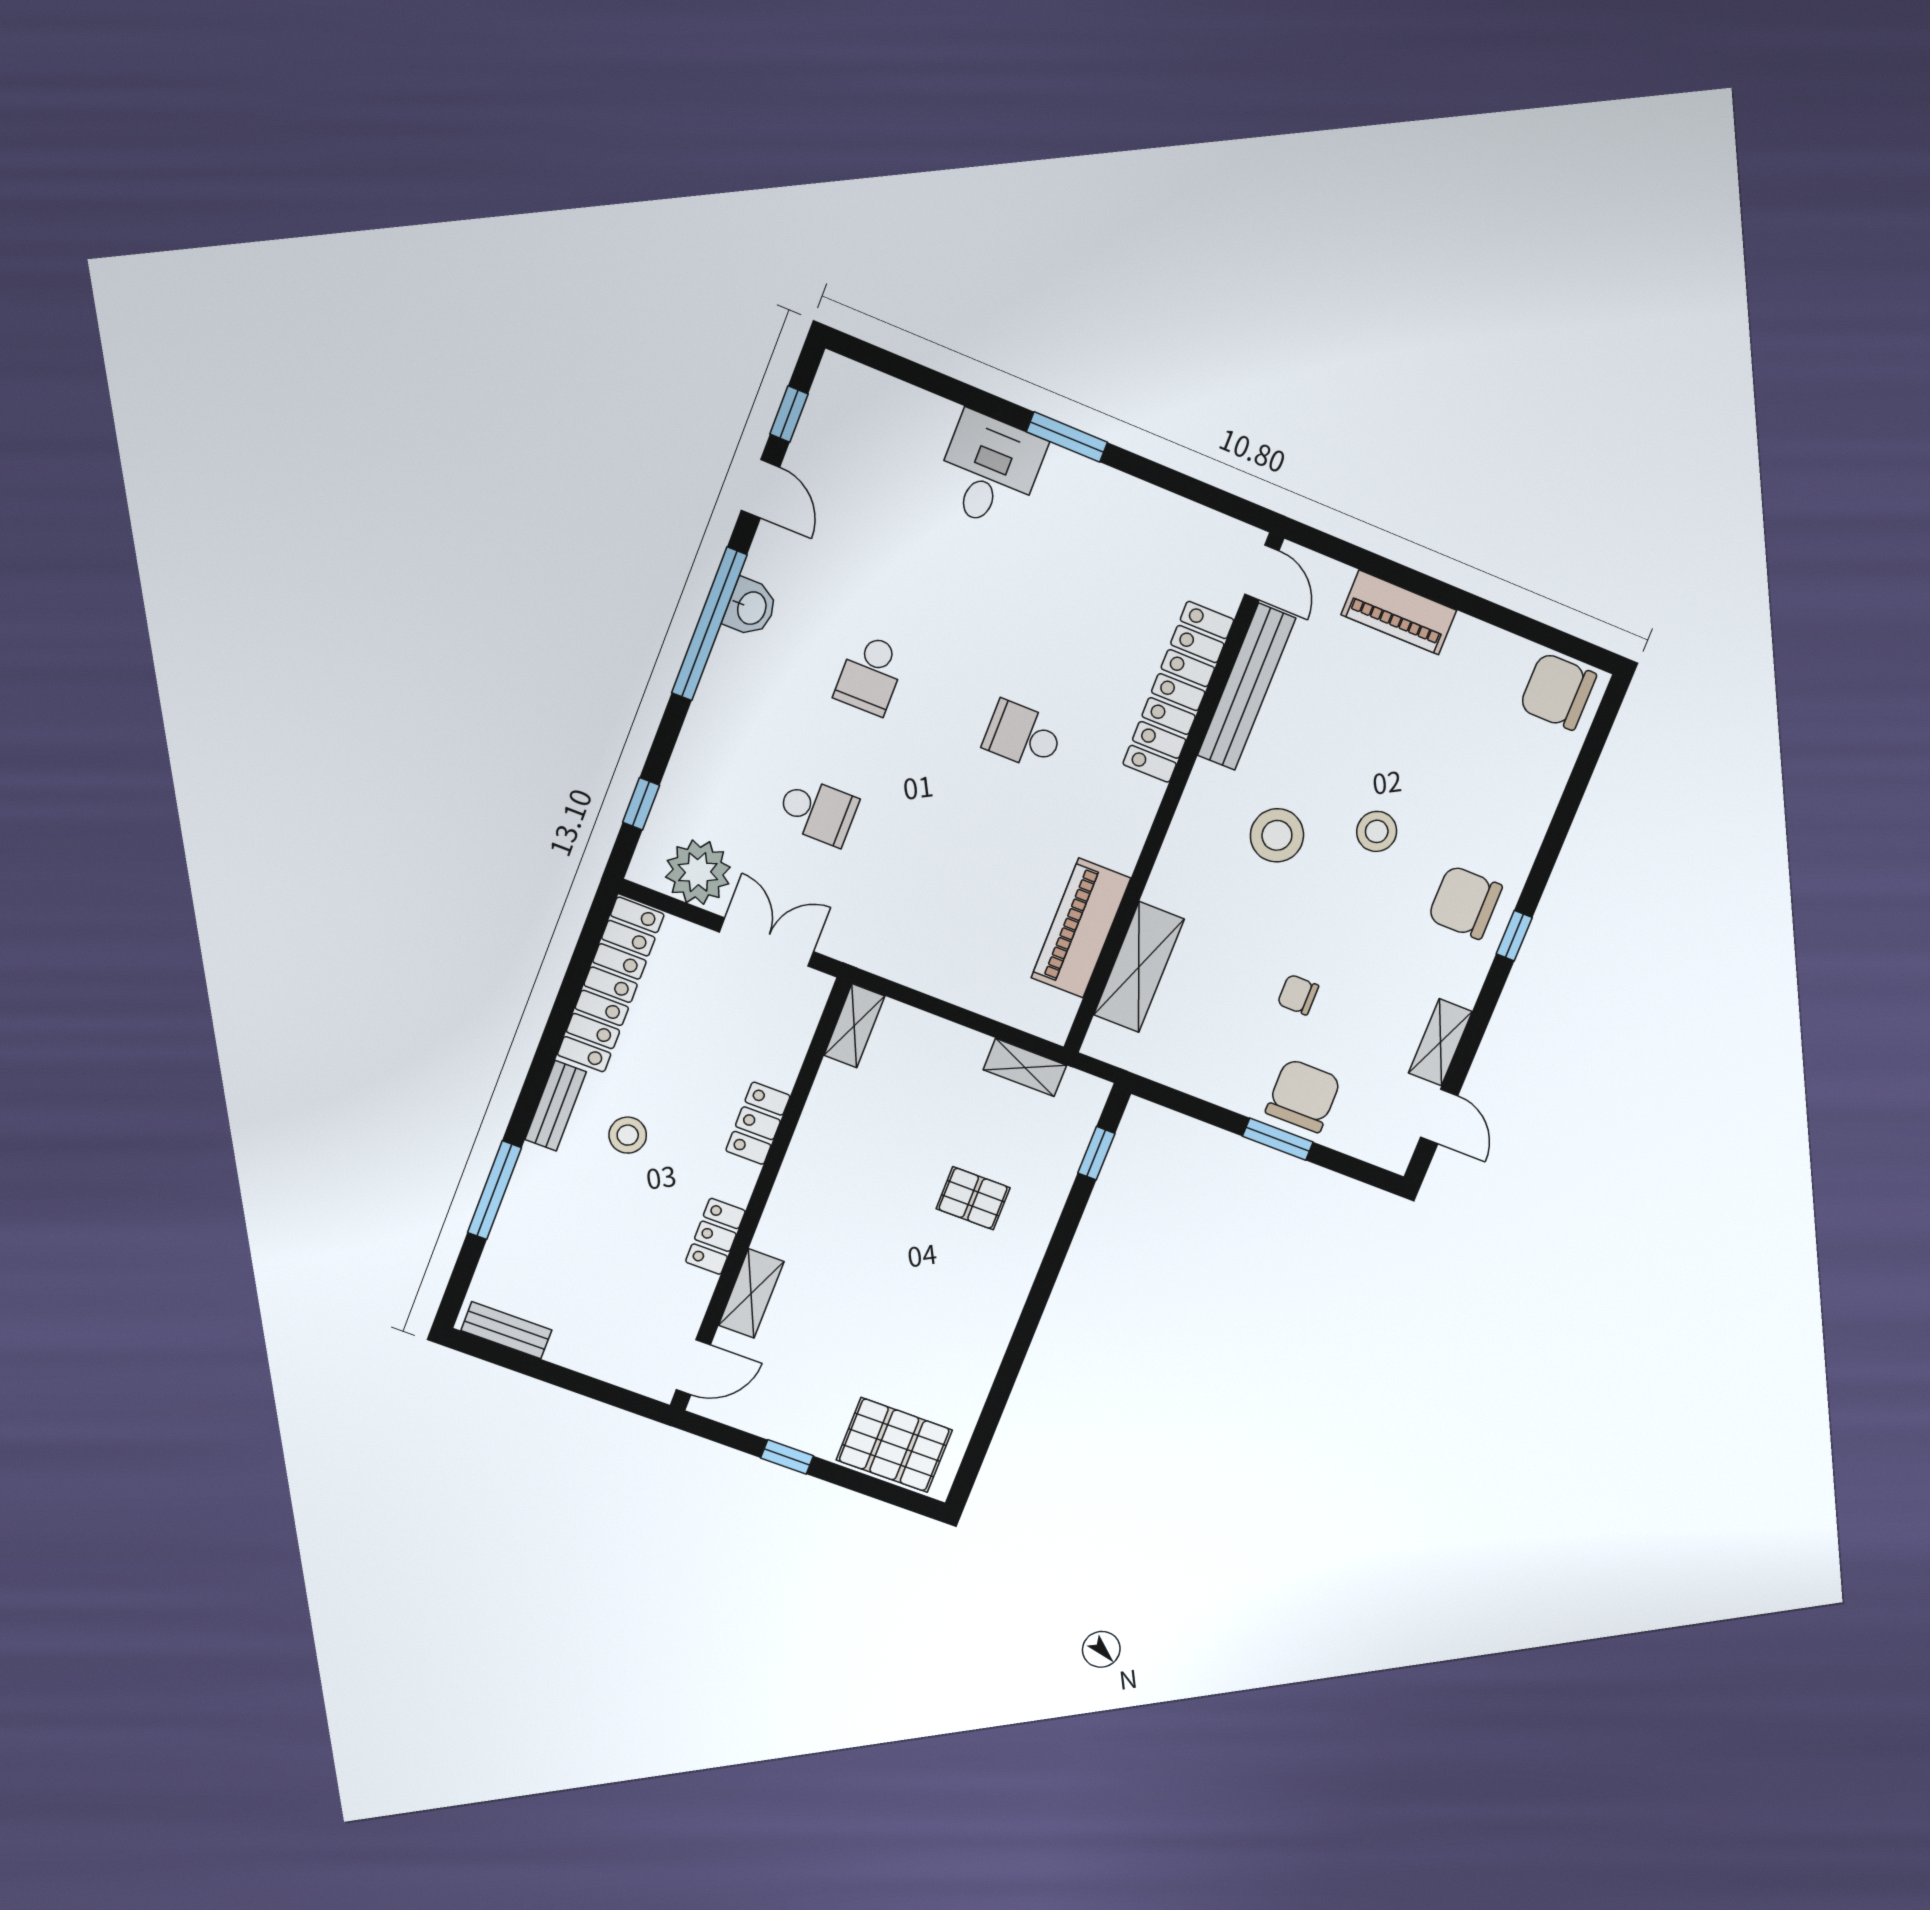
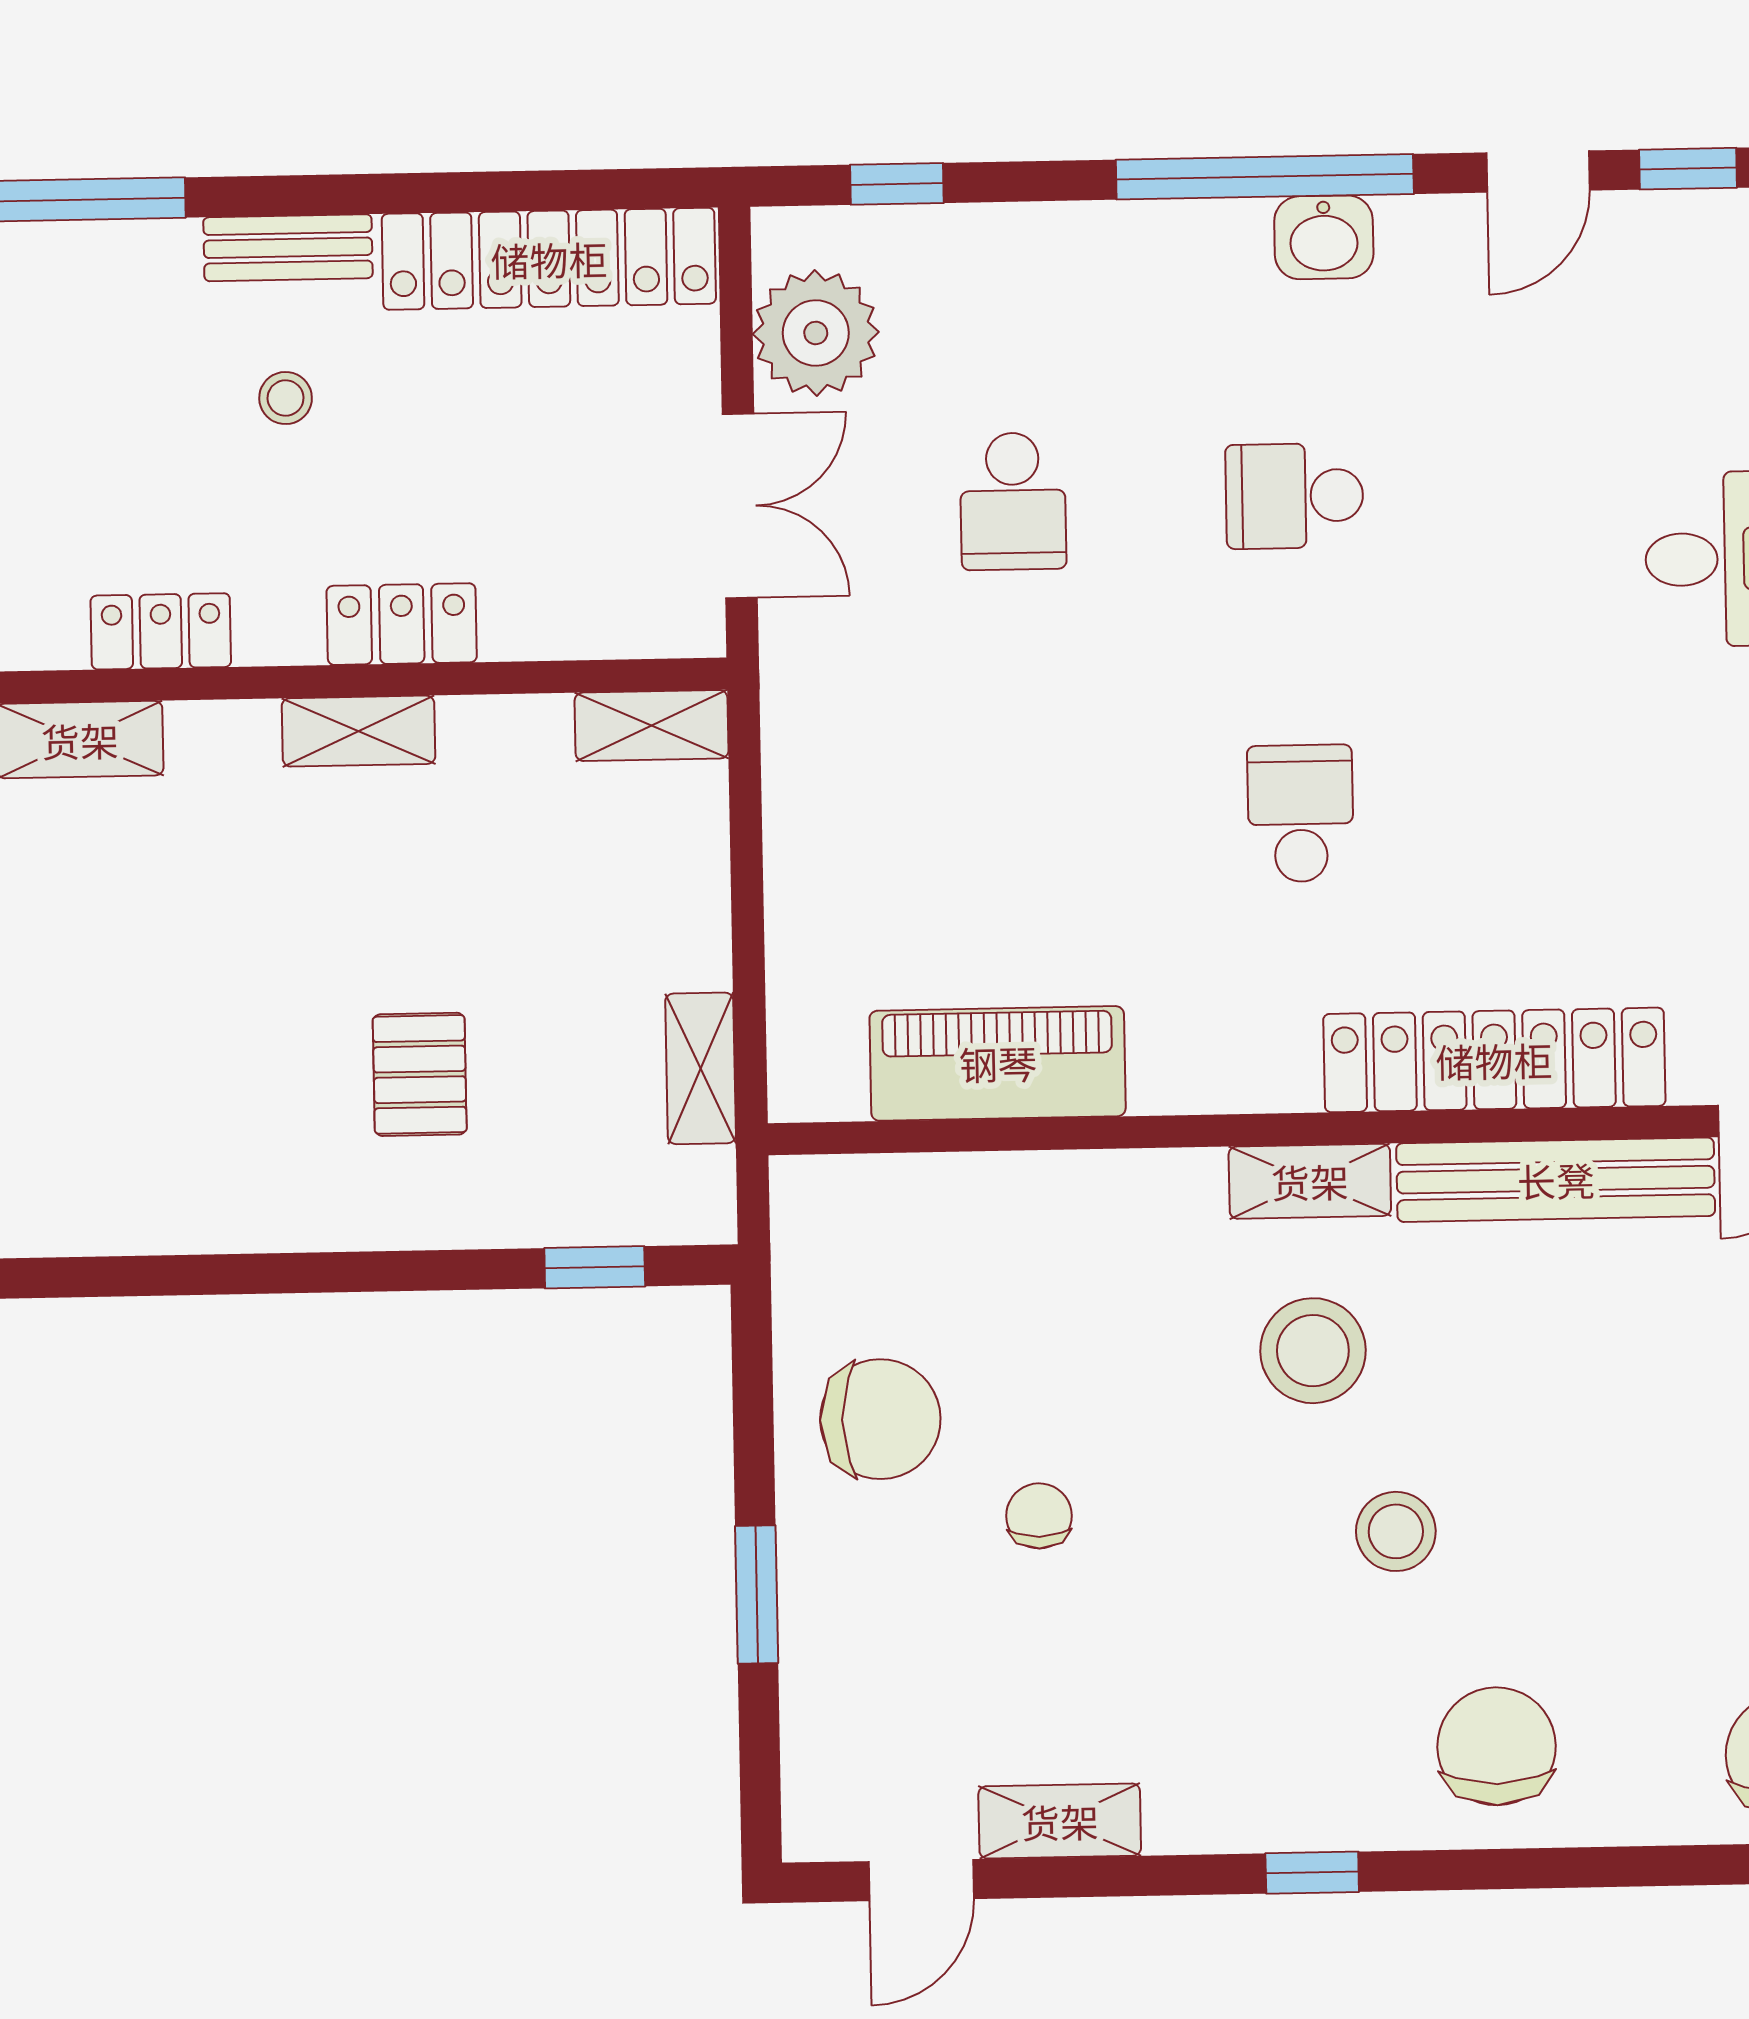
chair: (1465, 902) -> (1497, 1746), moved
shelving: (1139, 967) -> (1310, 1181), moved, width x0.67, depth x0.75
chair: (1303, 1096) -> (880, 1419), moved
stool: (628, 1135) -> (286, 398), width x0.73, depth x0.73
shelving: (800, 1163) -> (359, 731), added

